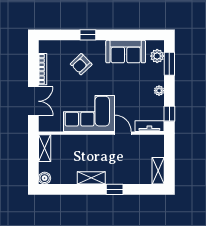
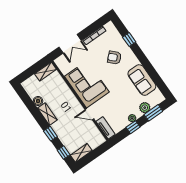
window: (88, 35) -> (129, 40), moved
plant: (157, 56) -> (145, 108), moved
window: (169, 114) -> (133, 127), moved
door: (123, 133) -> (89, 114), swing flipped
boiler: (45, 178) -> (38, 101), moved
window: (145, 189) -> (64, 153), added

